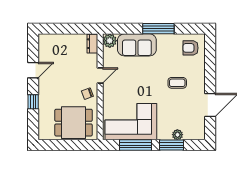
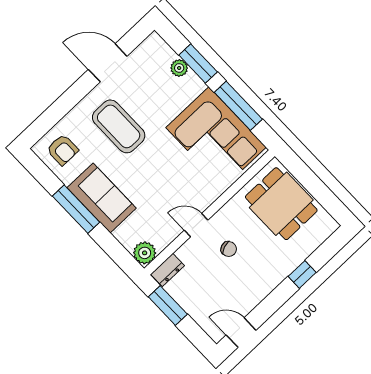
window: (76, 29) -> (168, 305), added
sofa: (137, 45) -> (102, 198), moved
door: (33, 70) -> (241, 333), moved
coffee table: (177, 83) -> (119, 126), width x1.86, depth x1.72
chair: (87, 94) -> (229, 249), moved

